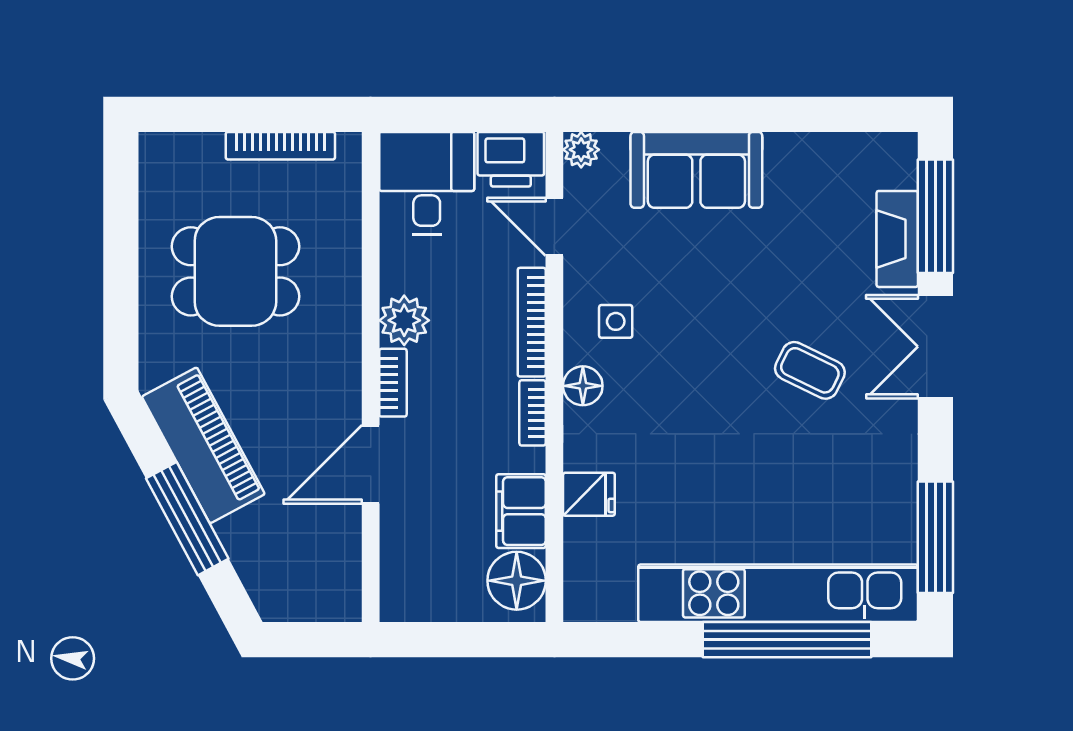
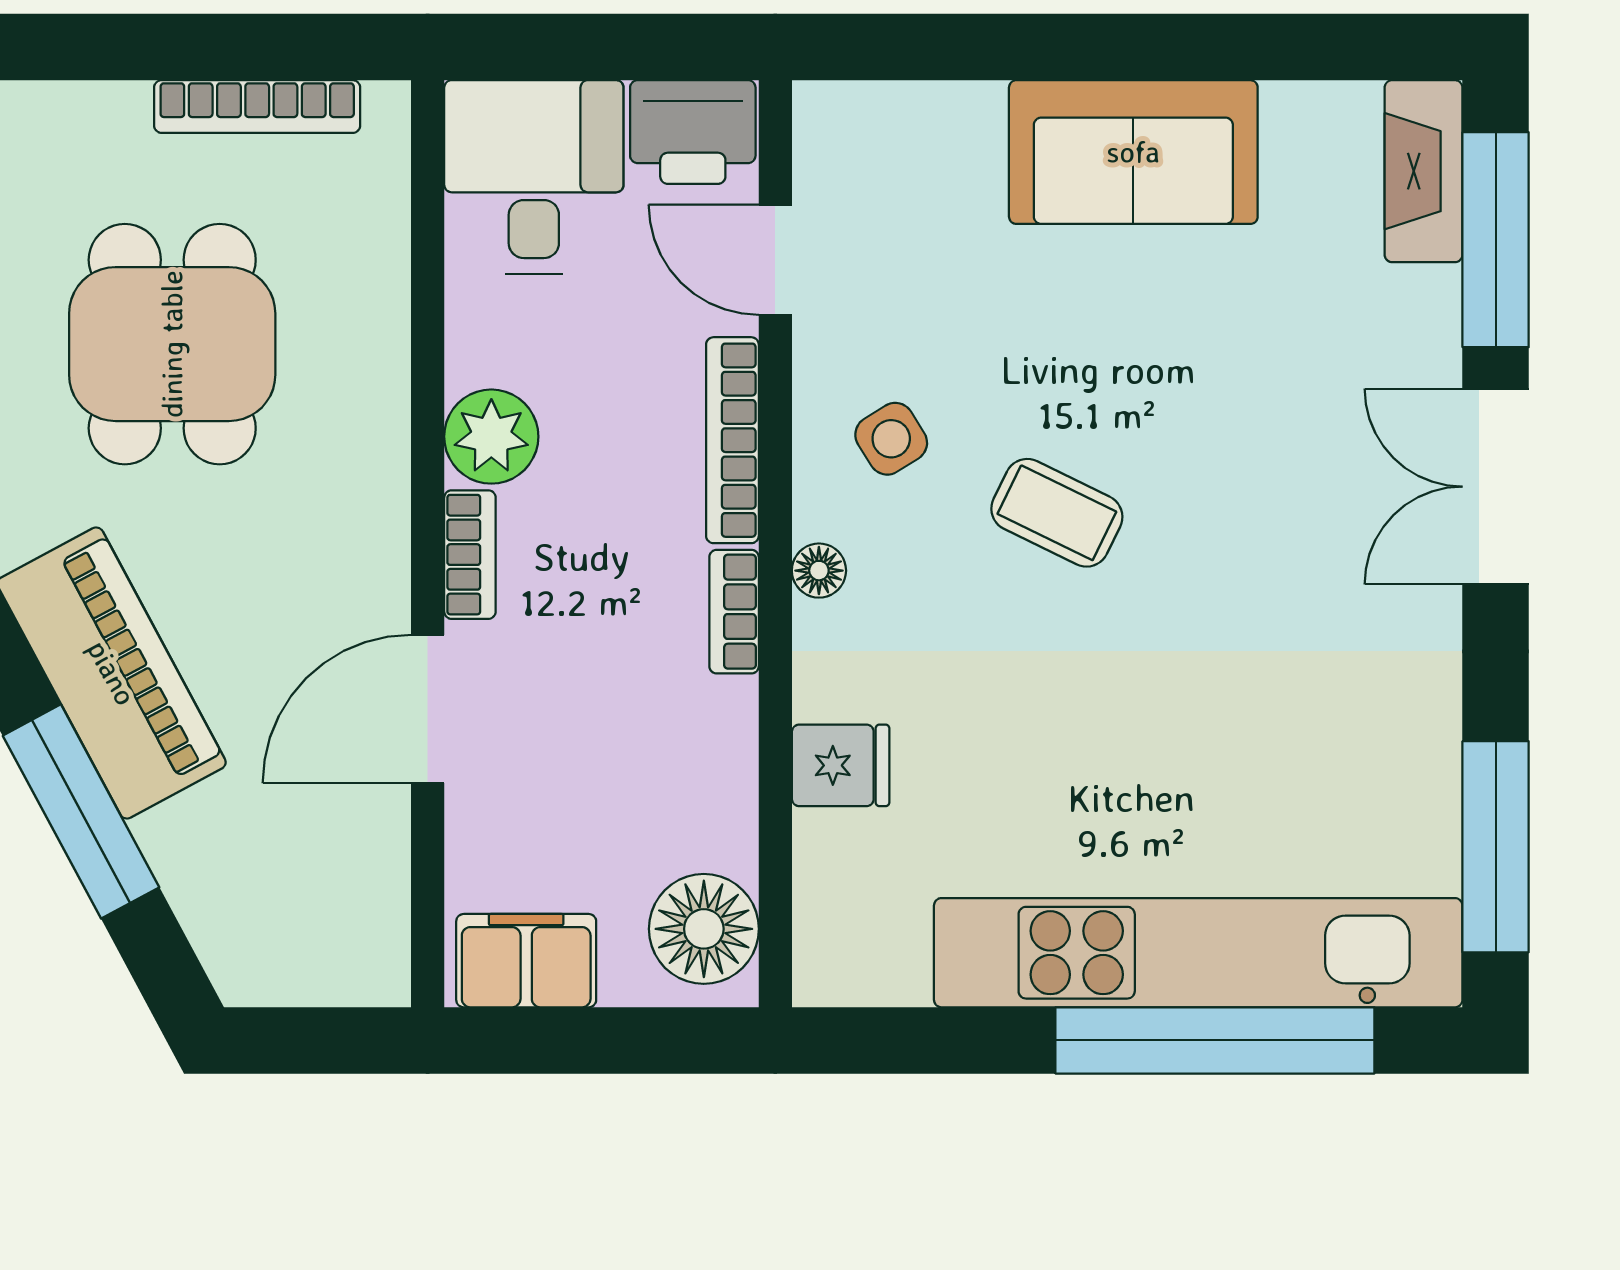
plant: (581, 150) -> (826, 114), removed
sofa: (696, 170) -> (1133, 152), moved
fireplace: (897, 239) -> (1424, 171), moved
dining table: (235, 271) -> (172, 344), turned 90
side table: (616, 321) -> (891, 439), turned -32
coffee table: (810, 370) -> (1057, 513), moved
floor lamp: (583, 386) -> (819, 571), width x0.73, depth x0.73
filing cabinet: (521, 511) -> (526, 961), moved, turned 90

